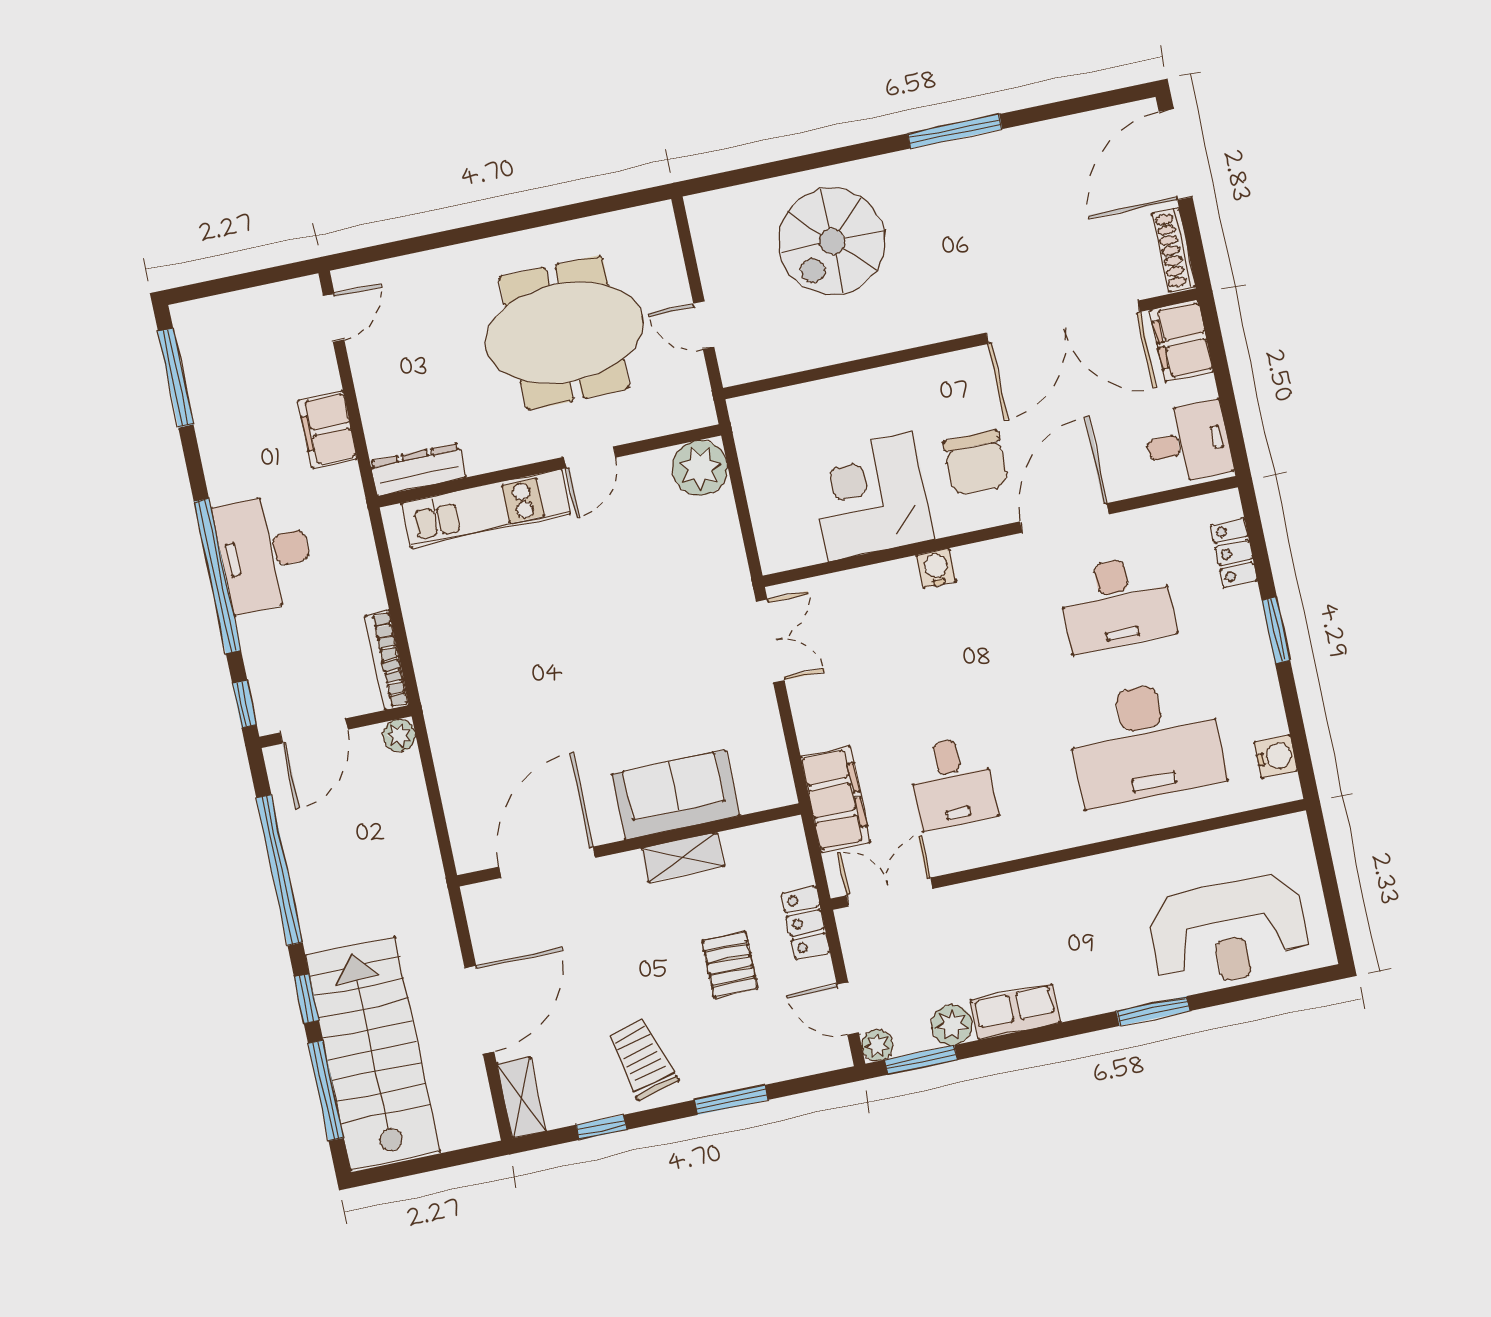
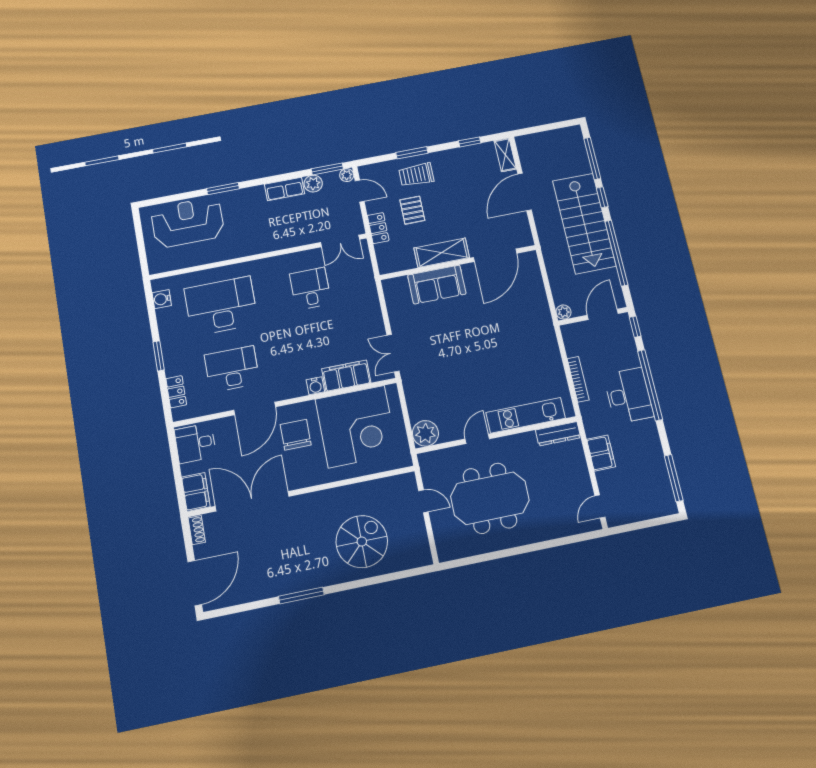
shoe rack: (1174, 250) -> (197, 530), width x0.70
corner desk: (870, 497) -> (356, 427), width x1.36, depth x1.36
bookcase: (387, 660) -> (578, 379), moved
filing cabinet: (836, 799) -> (346, 376), moved, turned 90
shelving: (683, 857) -> (442, 253), width x1.50, depth x1.33
stairs: (373, 1053) -> (584, 223), moved
trolley: (642, 1059) -> (416, 175), moved, turned 105

